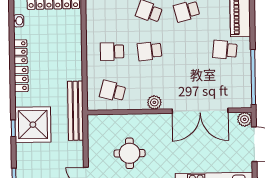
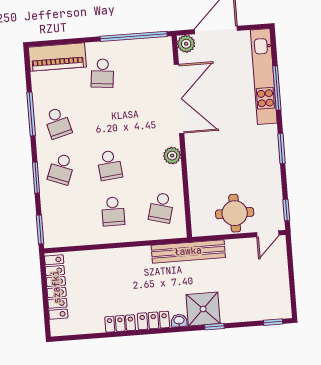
washbasin: (19, 21) -> (179, 321), moved
shower: (33, 125) -> (203, 309), width x0.73, depth x0.73
round table: (130, 153) -> (235, 213), moved

